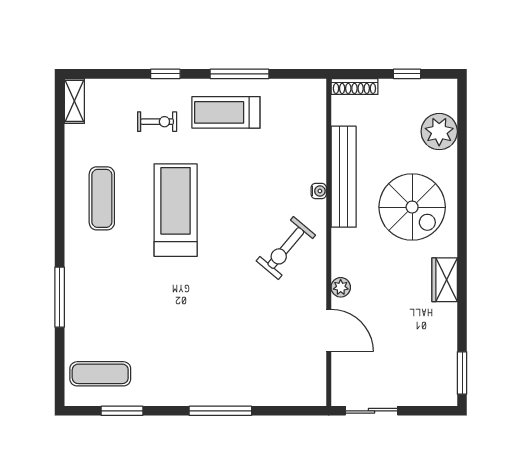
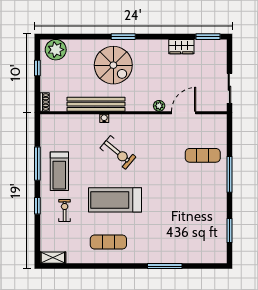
shoe rack: (354, 86) -> (45, 102), width x0.70
plant: (439, 132) -> (56, 50), moved
spiral stairs: (412, 207) -> (113, 65), turned 90
window: (462, 224) -> (123, 37), added
exercise bike: (286, 248) -> (118, 152), moved
wardrobe: (445, 280) -> (181, 47), moved
exercise mat: (100, 374) -> (203, 155), moved, turned 90

